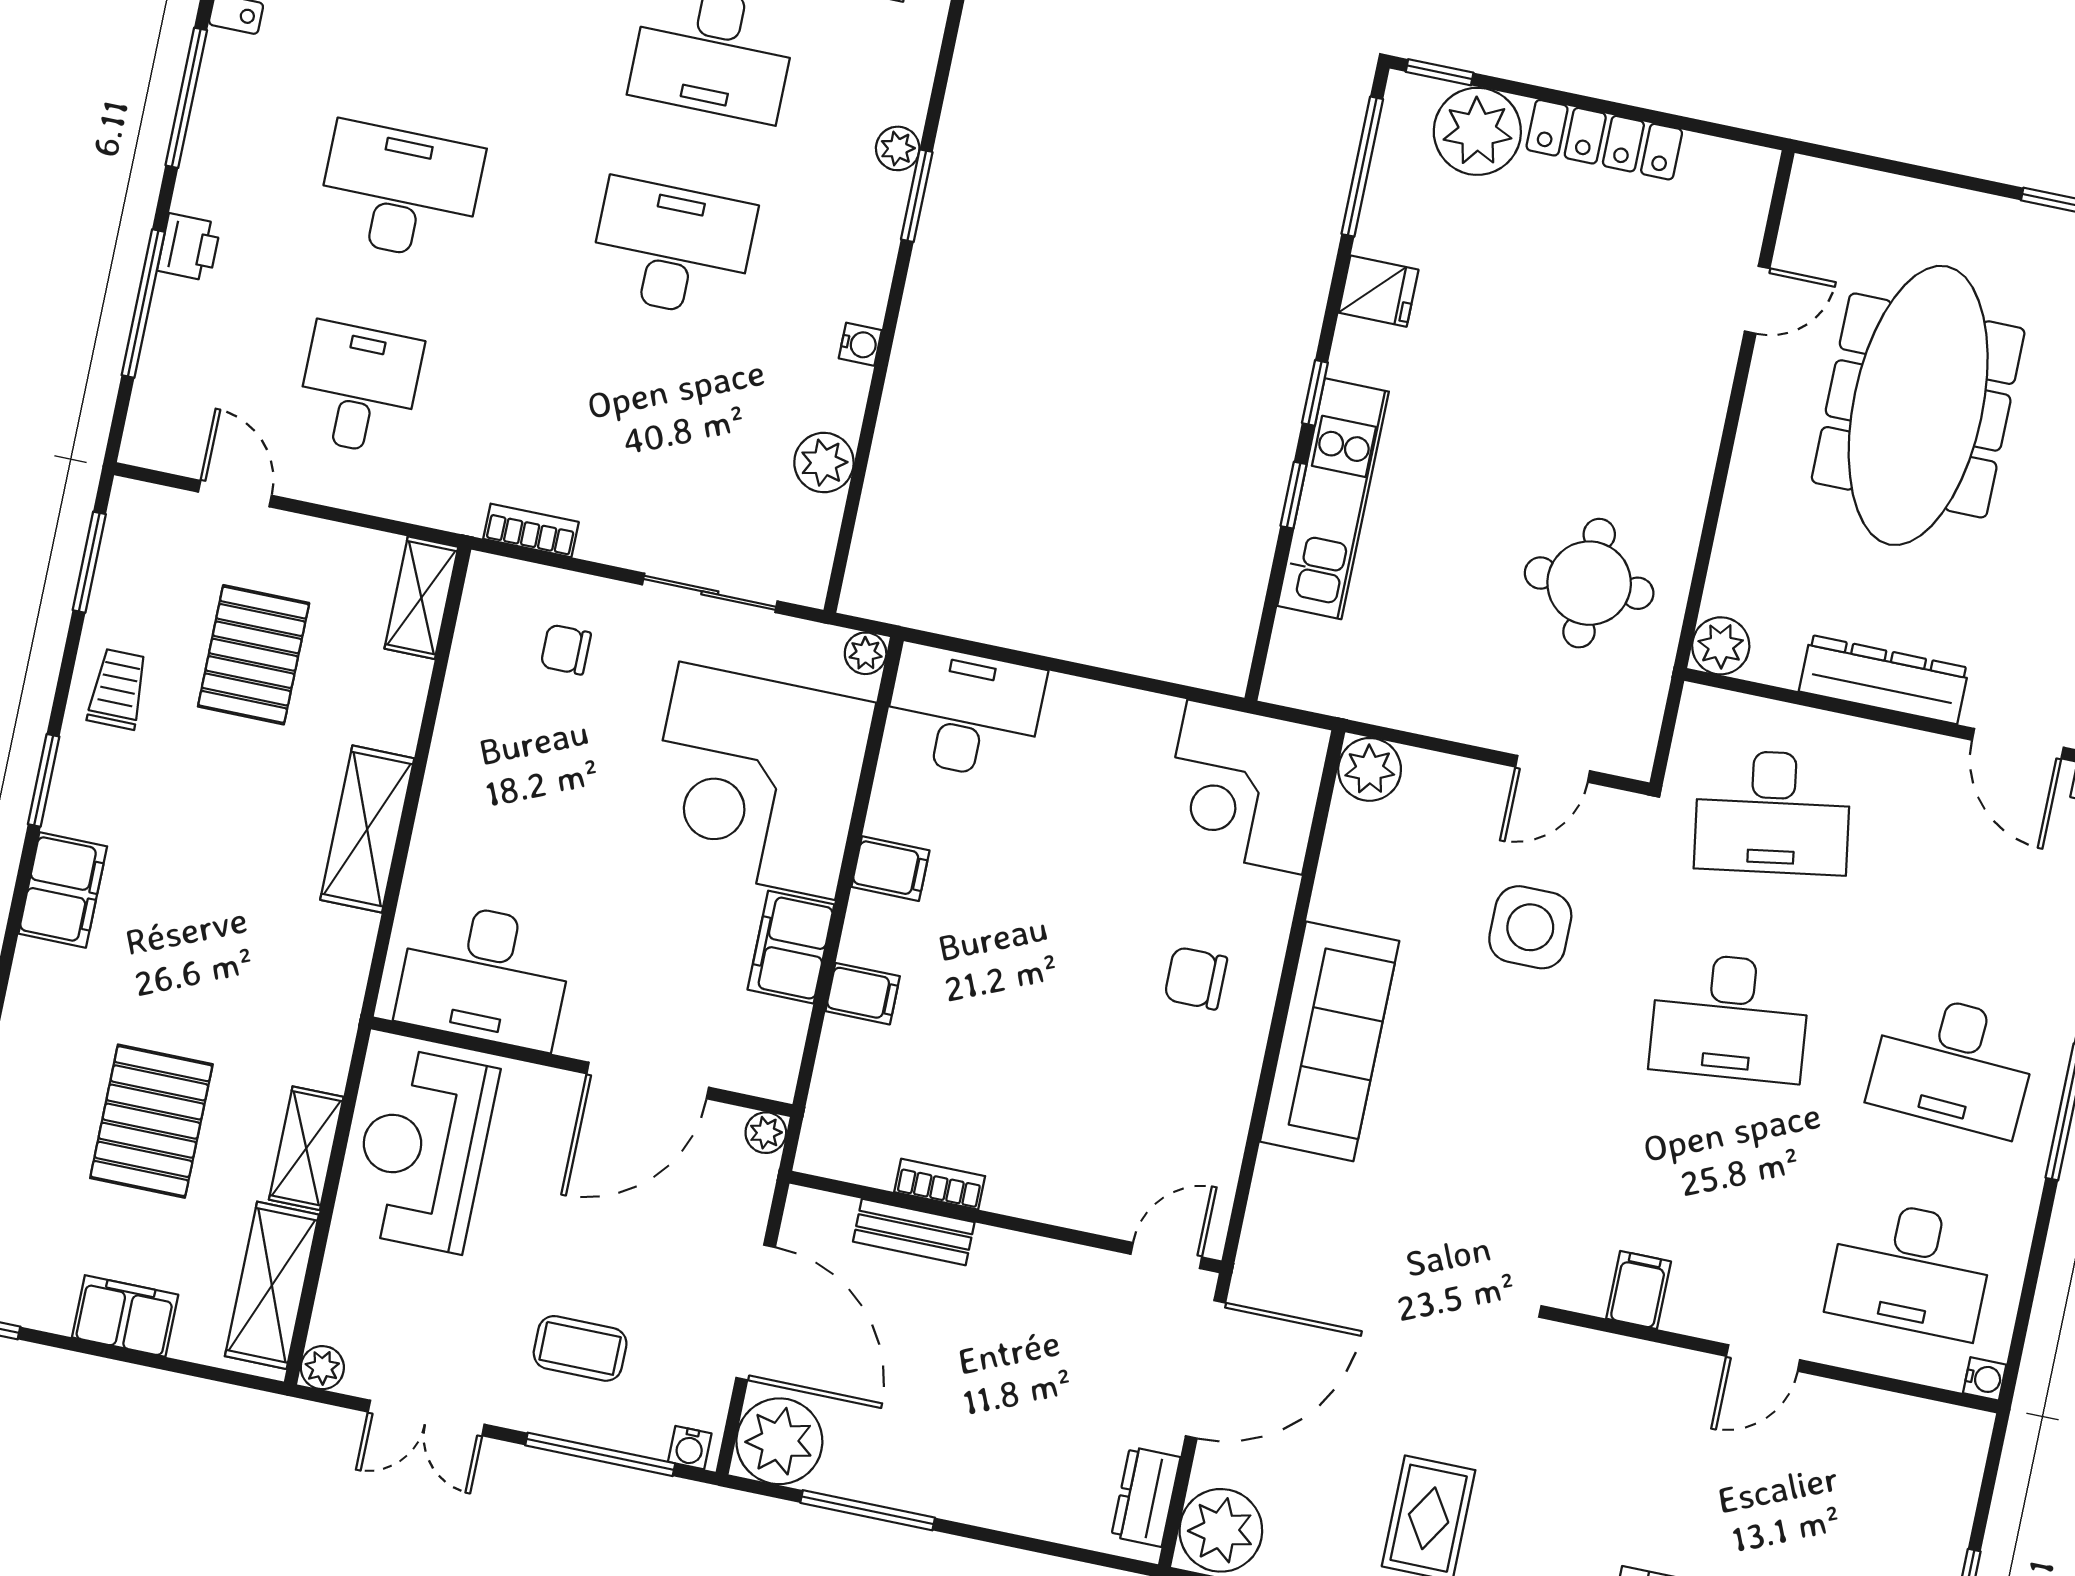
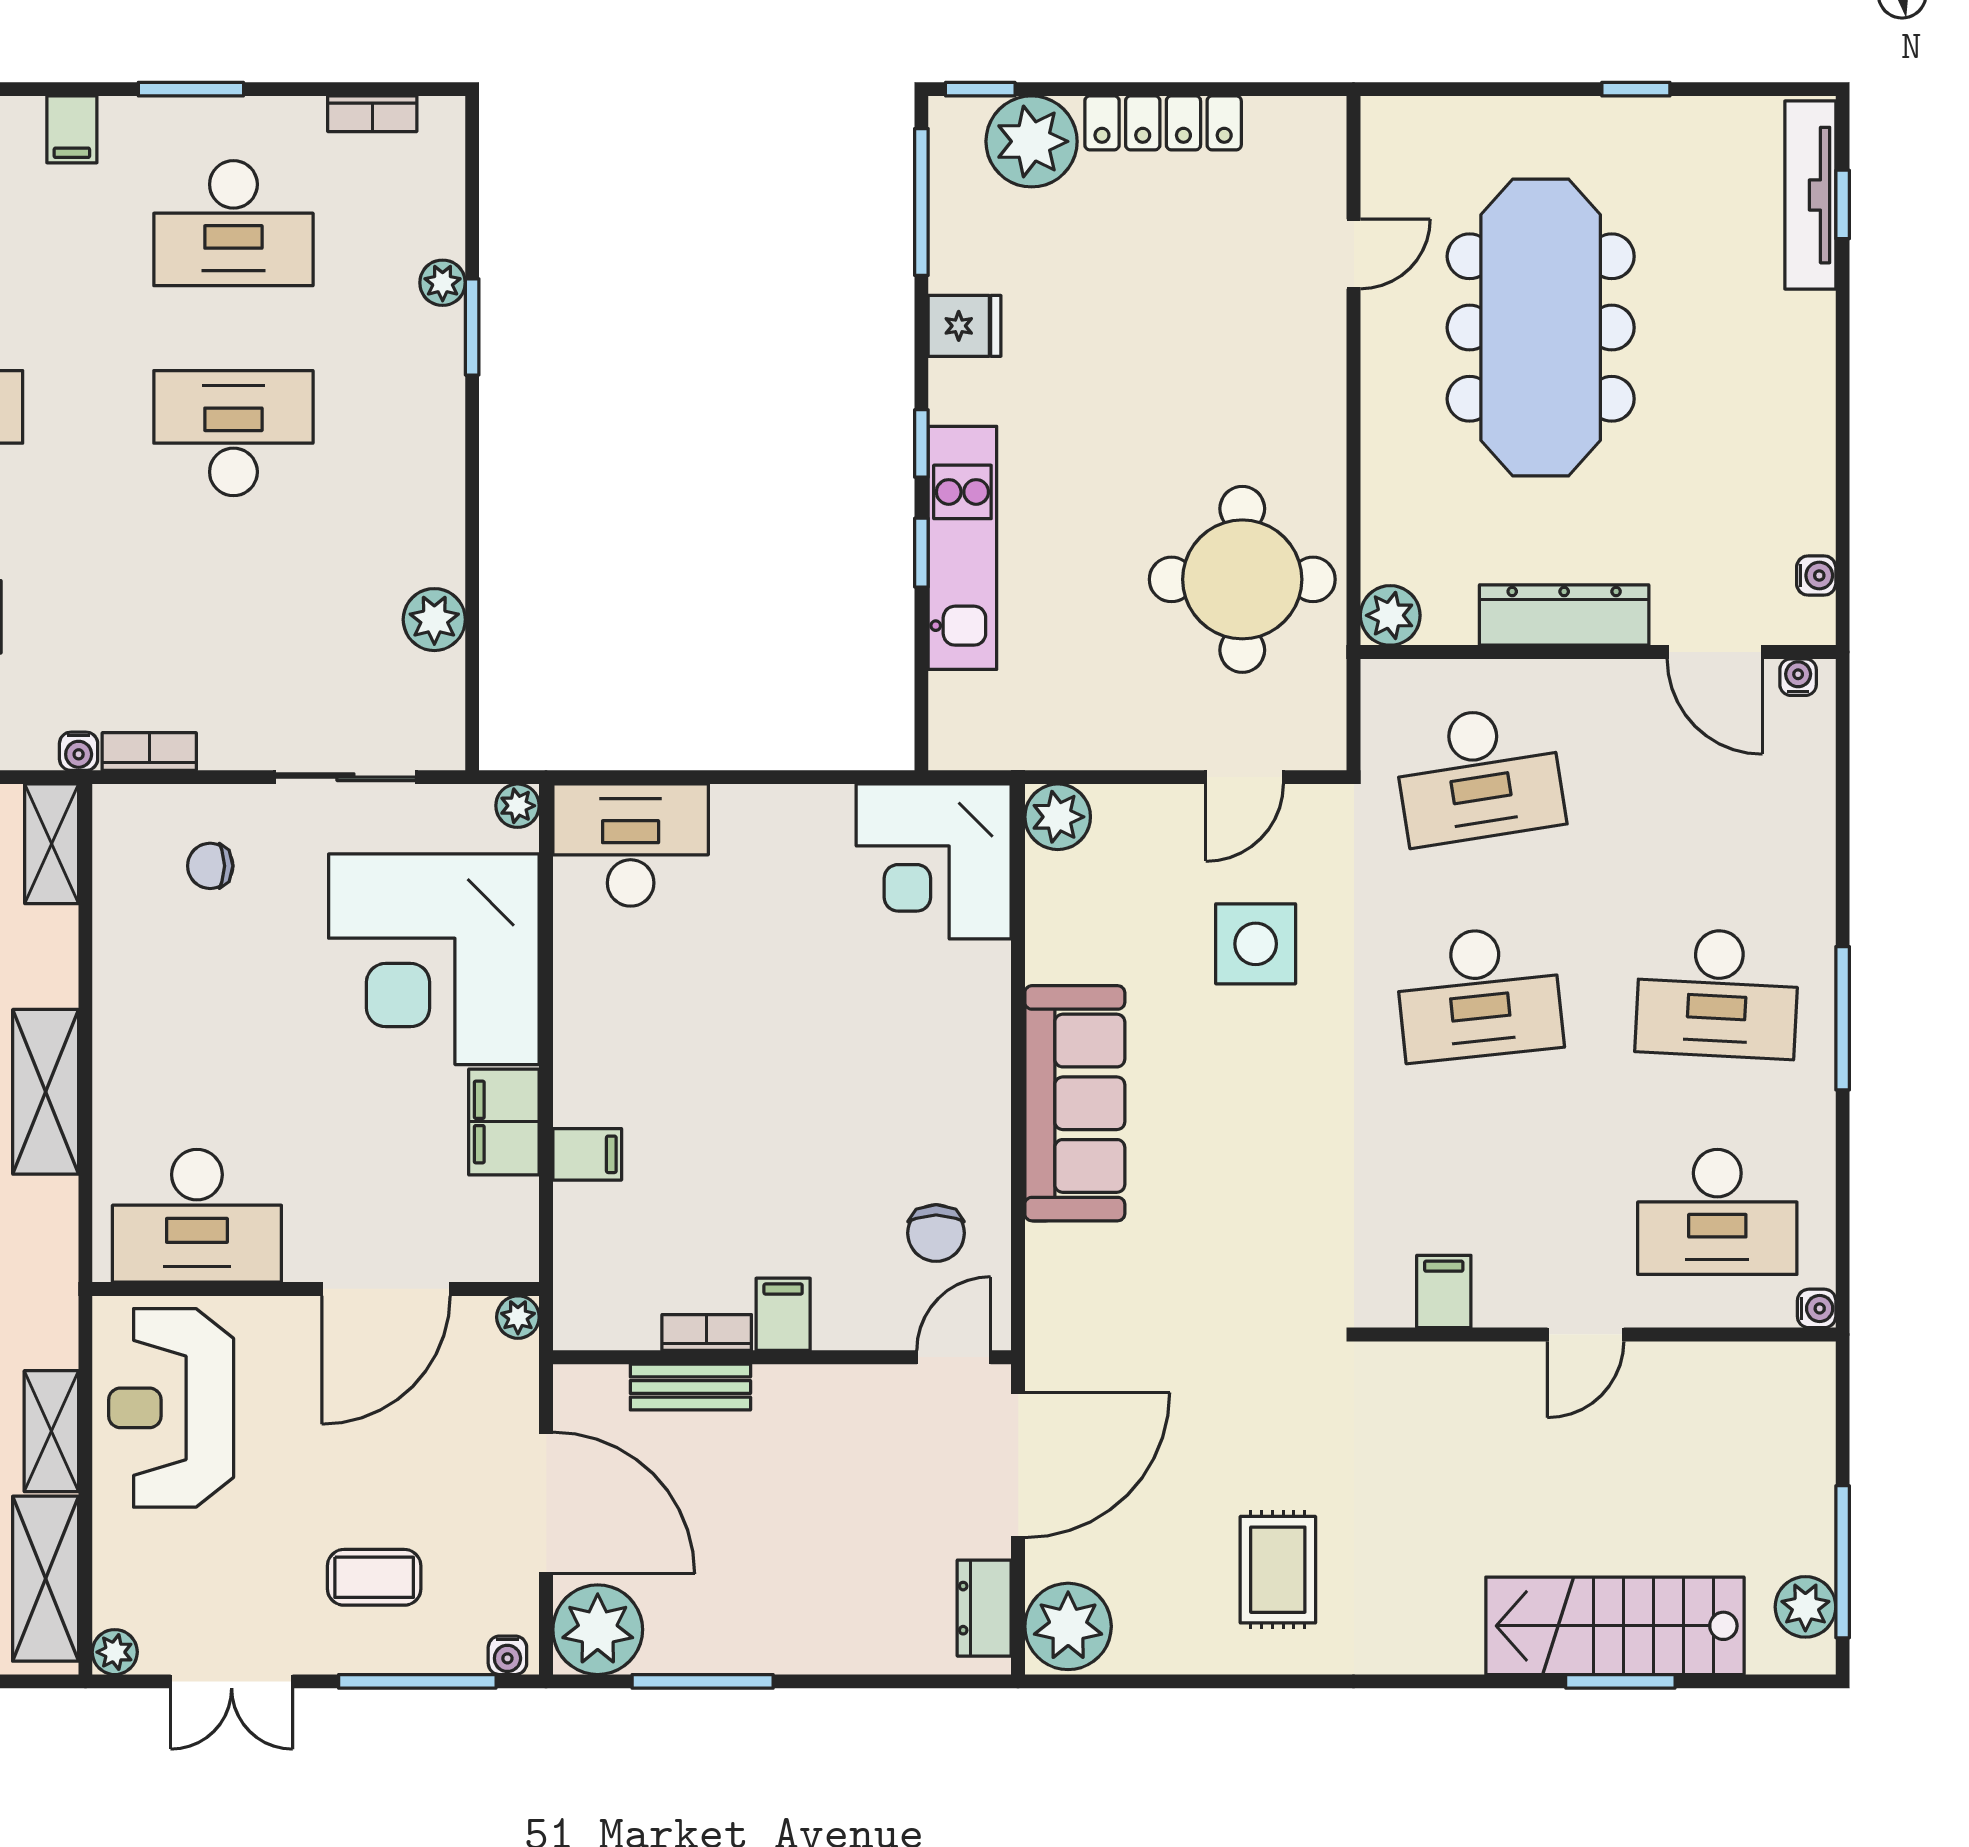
water cooler: (860, 344) -> (79, 751), moved, turned 90
round table: (1589, 583) -> (1242, 579), width x1.36, depth x1.36
filing cabinet: (890, 869) -> (783, 1314), moved, turned -90
chair: (1196, 978) -> (936, 1233), moved, turned -90

